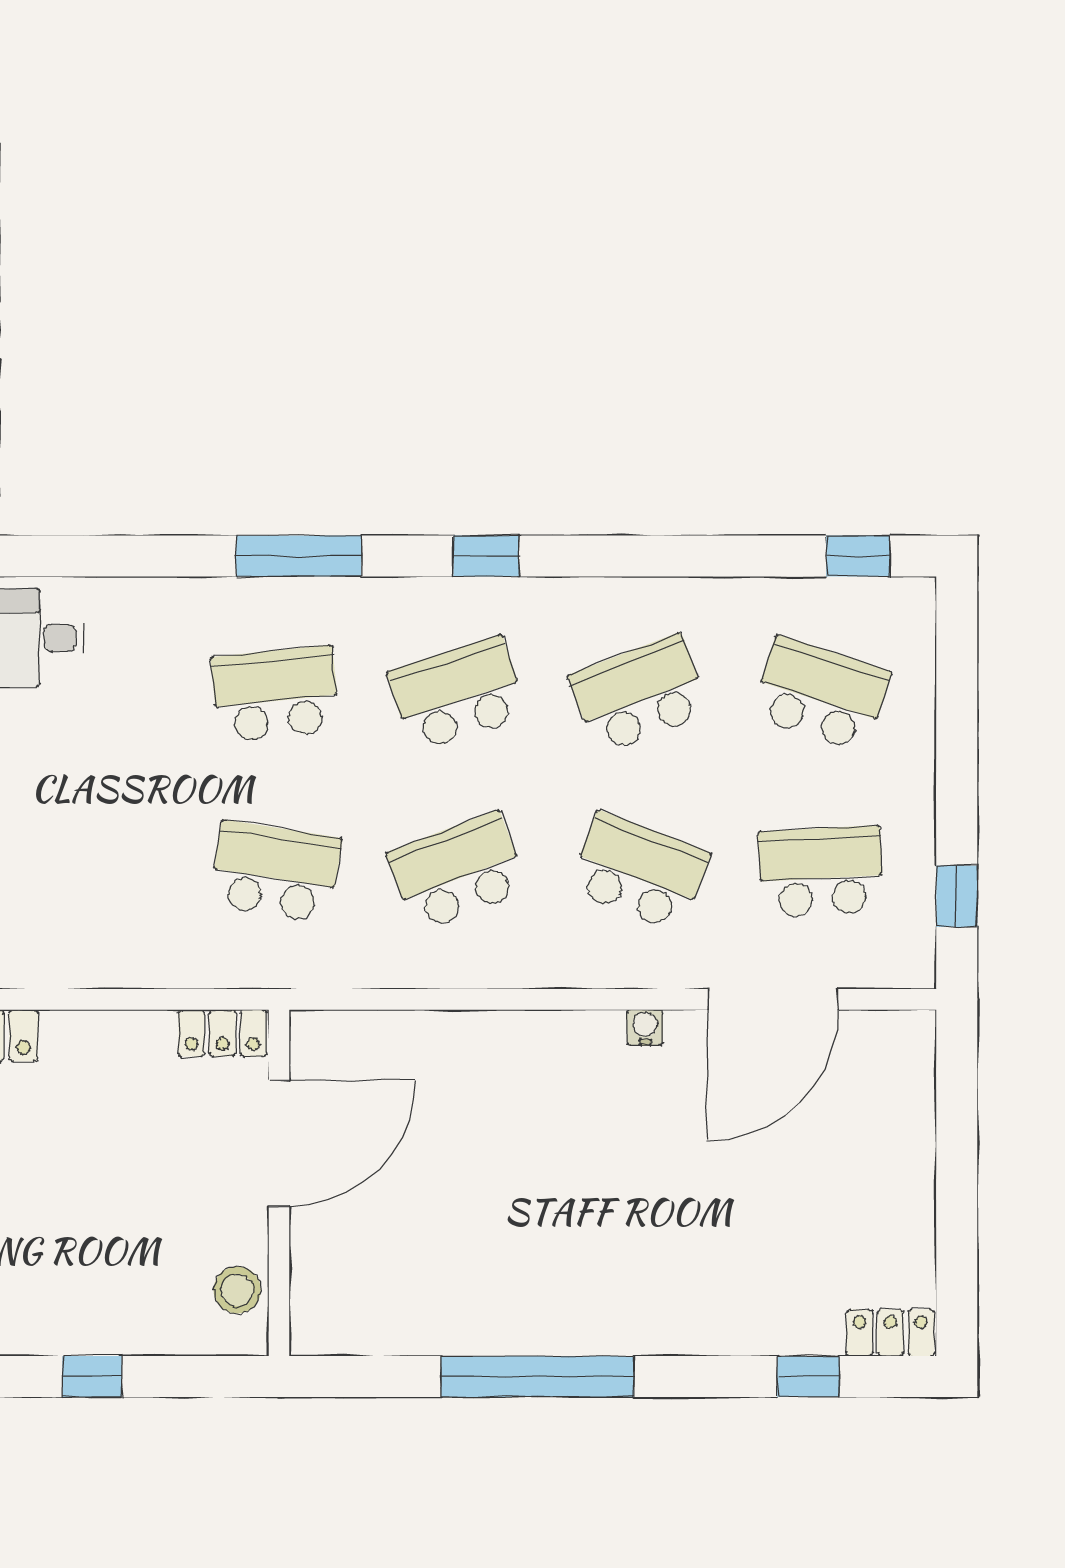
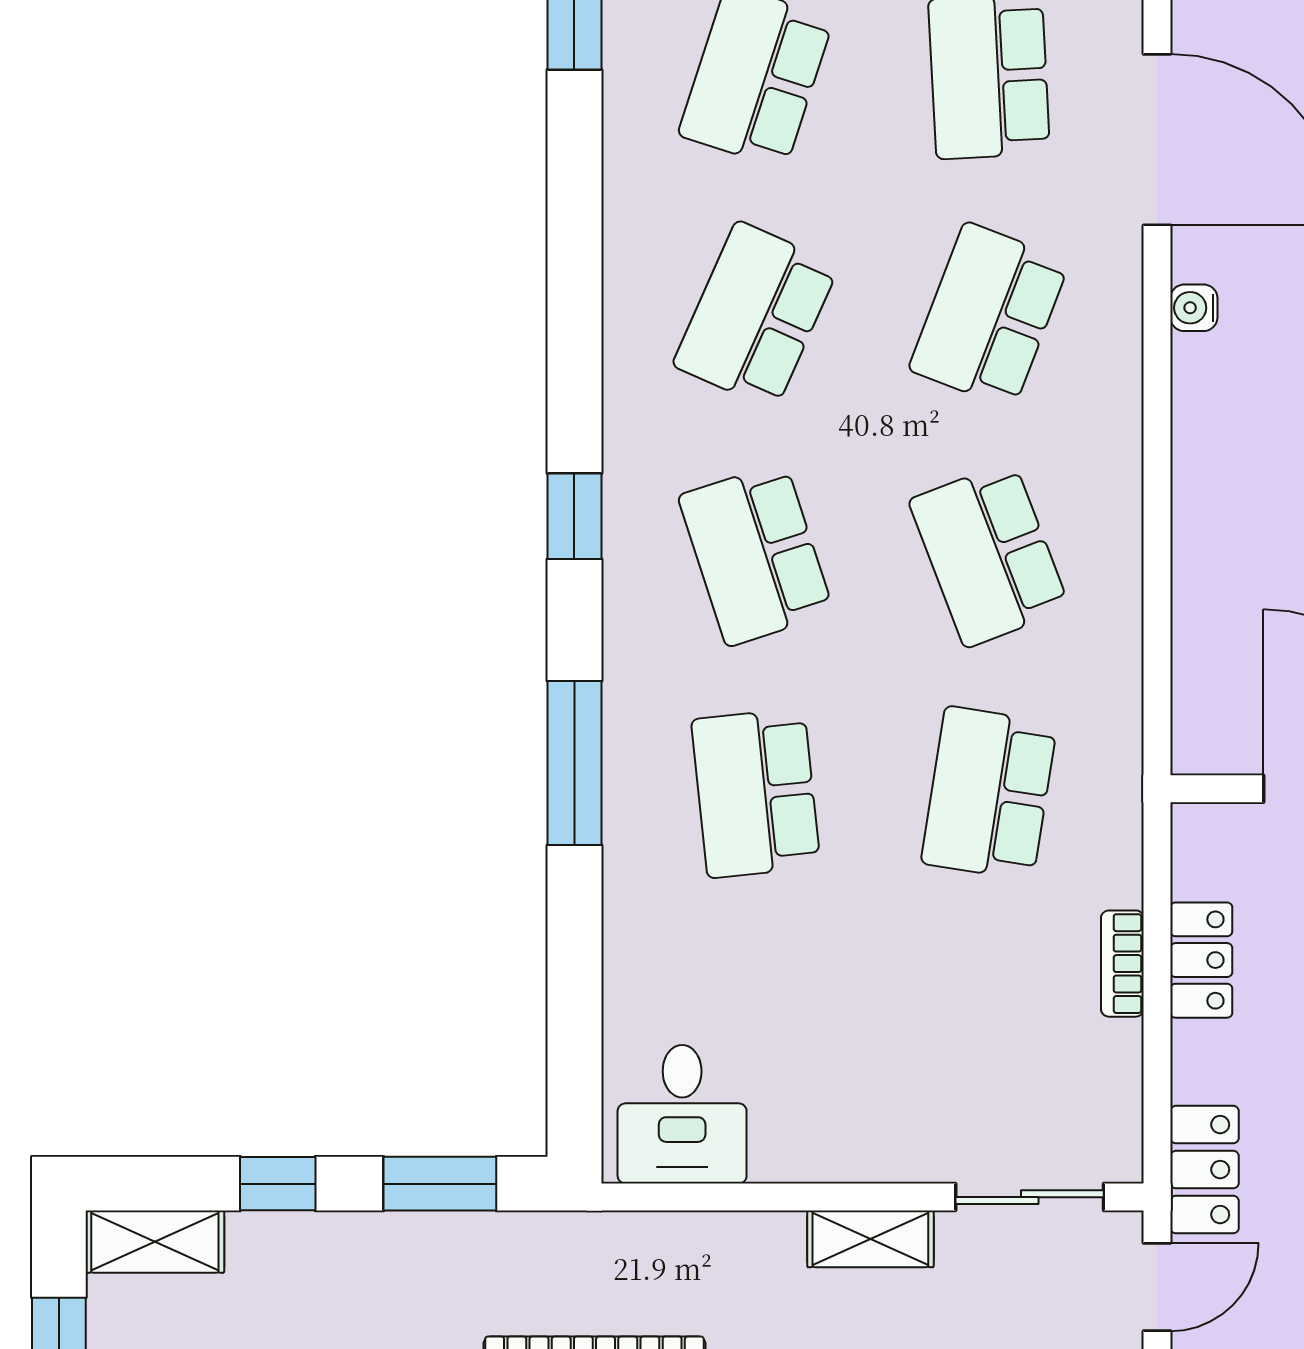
school desk: (639, 694) -> (756, 315), turned 45
bookcase: (146, 973) -> (1122, 964), added
locker: (222, 1033) -> (1201, 960), moved

